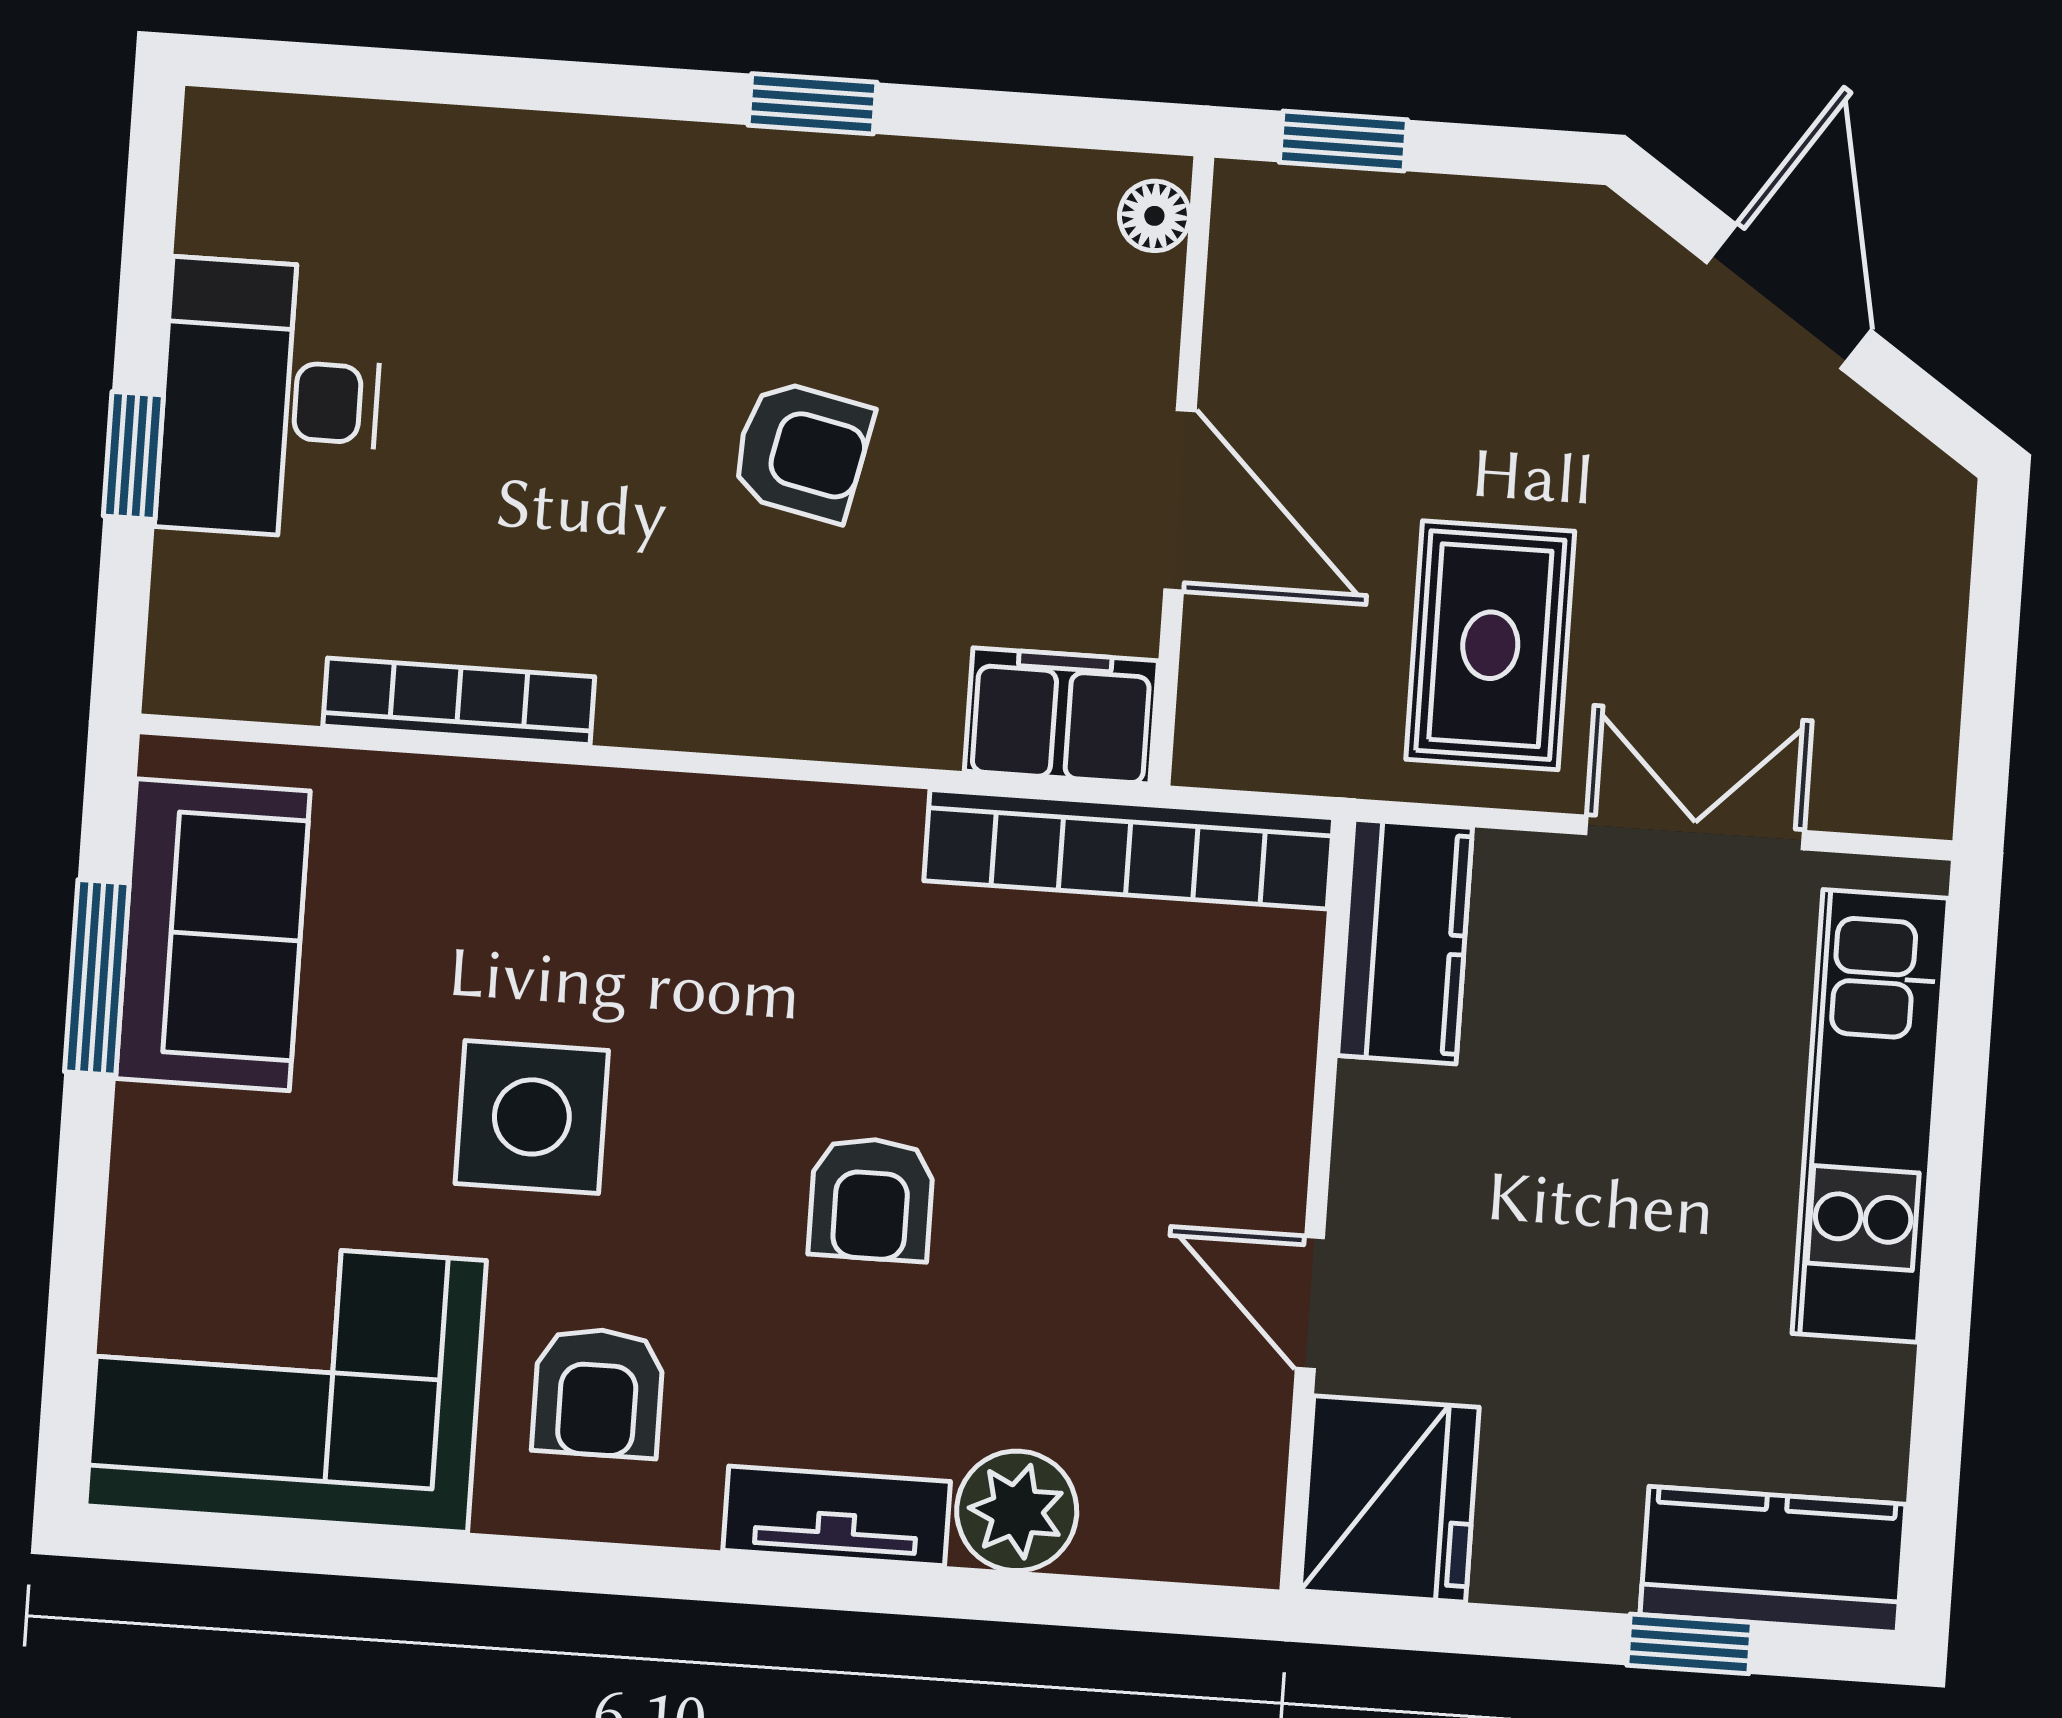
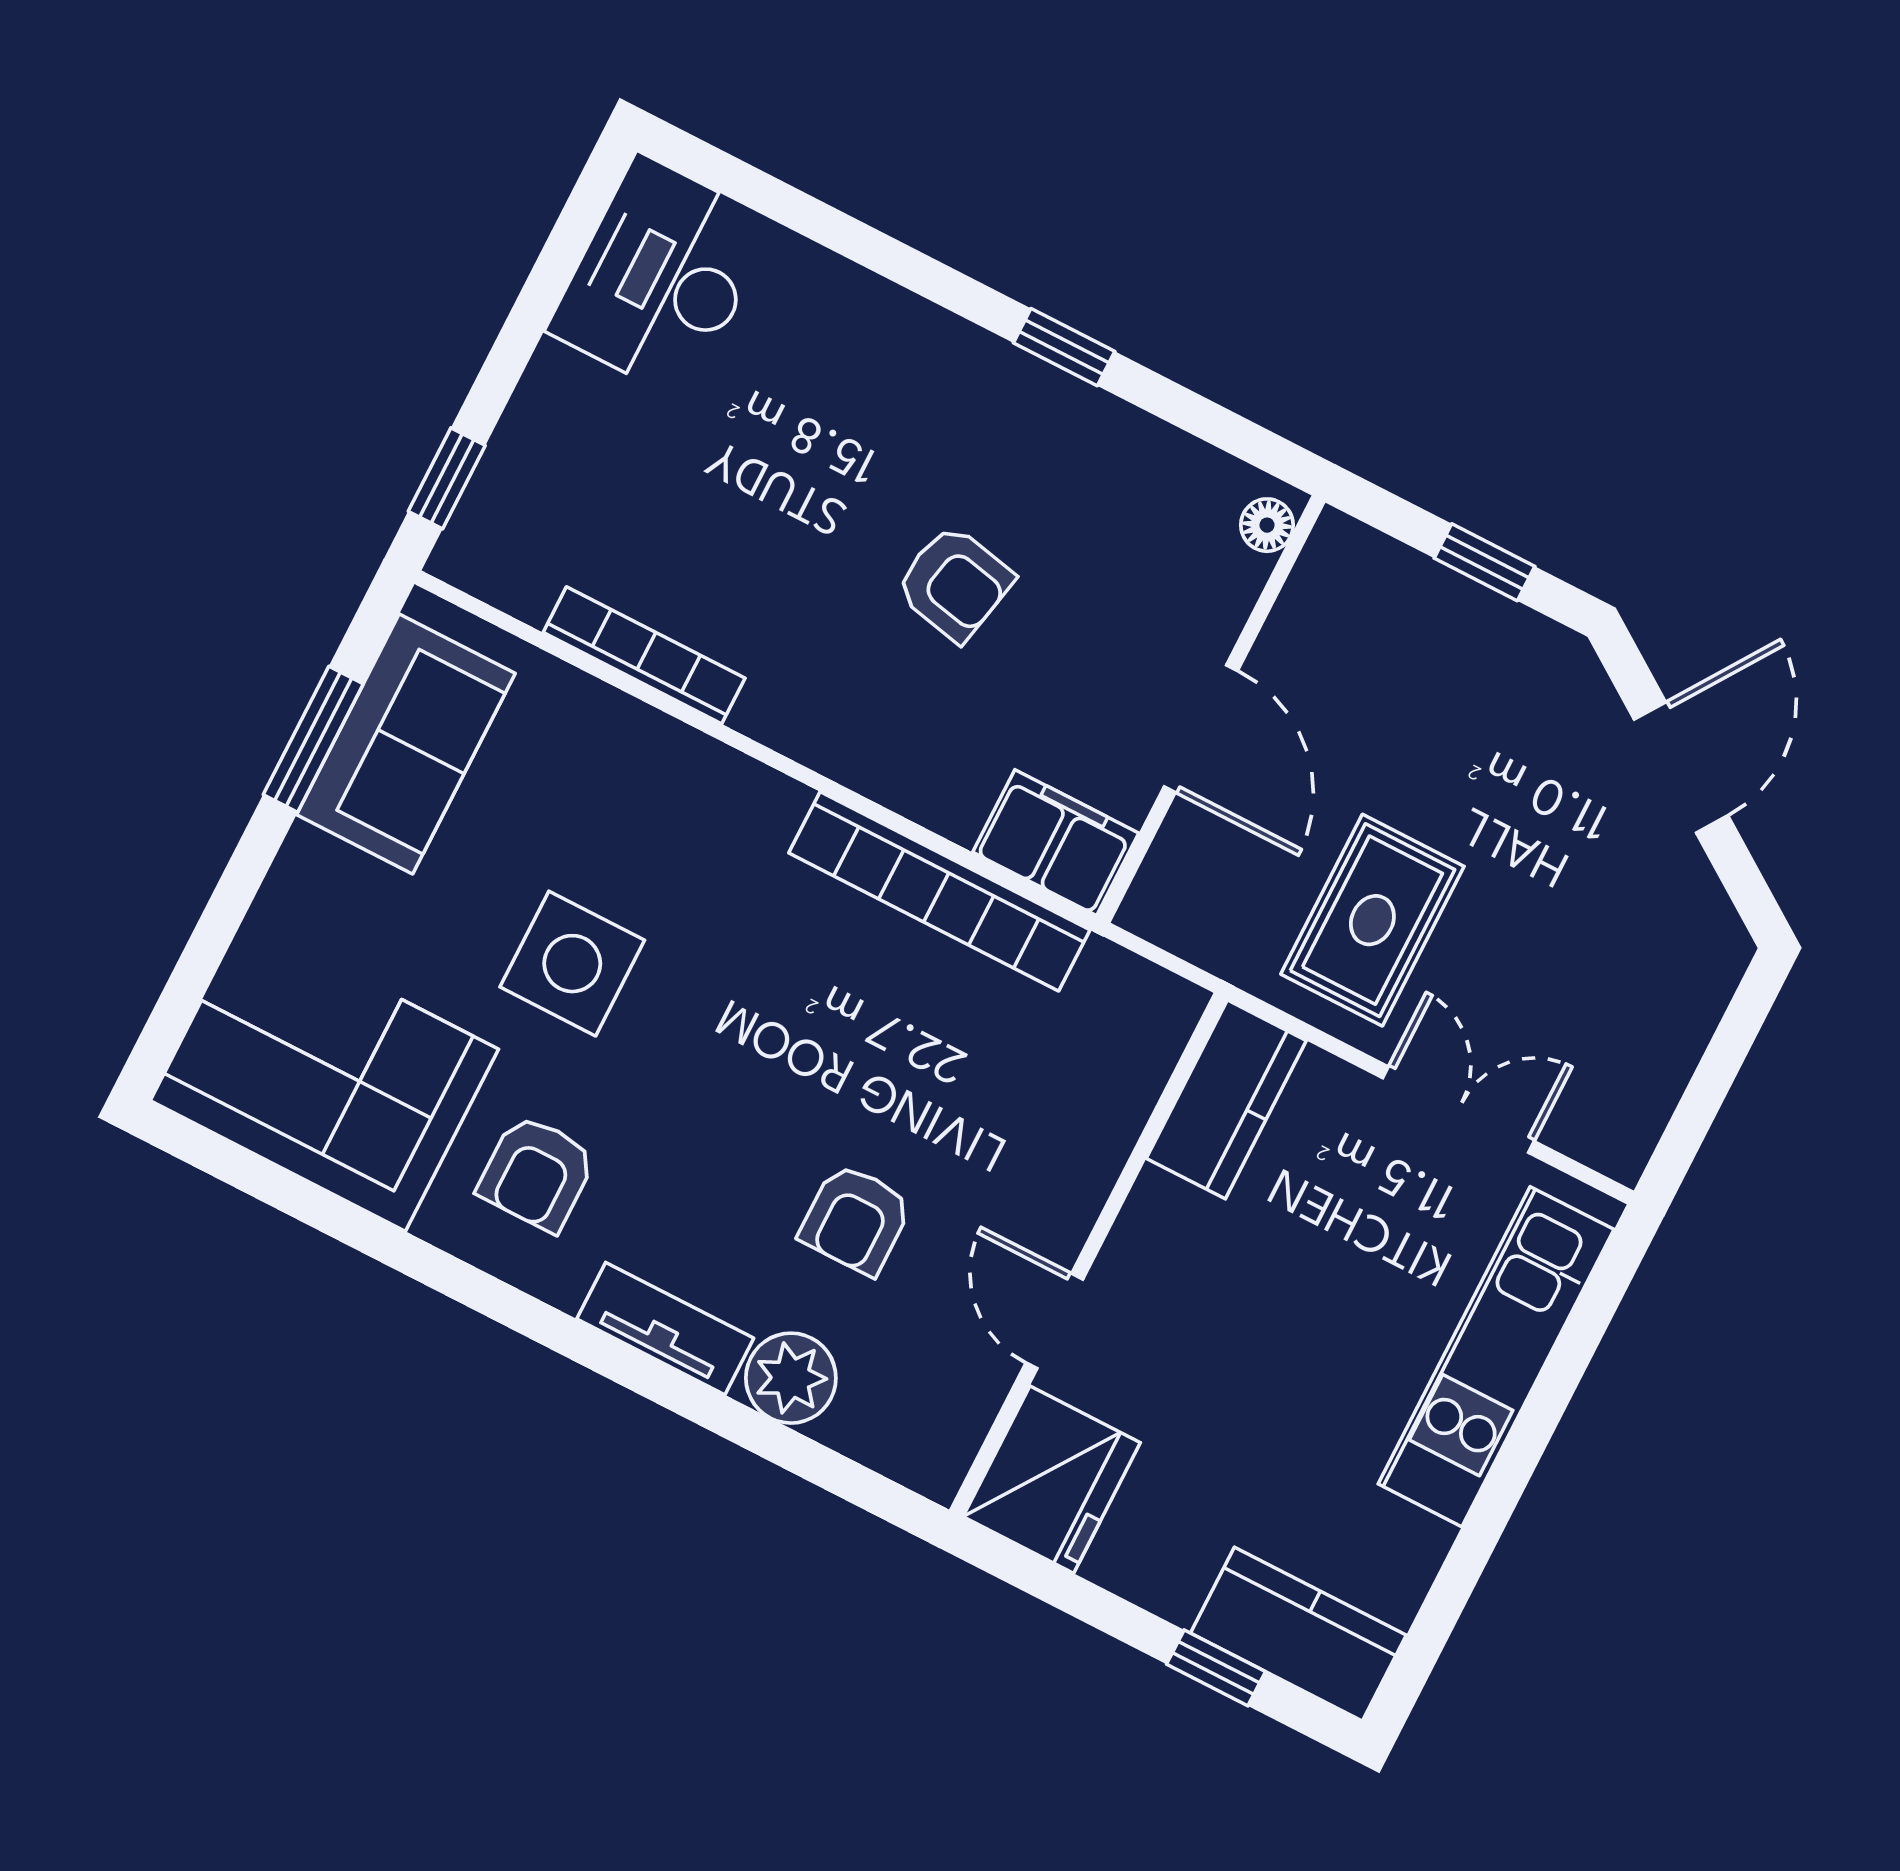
window: (1343, 141) -> (1484, 562), moved
desk: (270, 399) -> (661, 277), moved
window: (133, 455) -> (447, 478), moved
bookcase: (1129, 849) -> (939, 891), moved
armchair: (871, 1199) -> (856, 1219), moved

